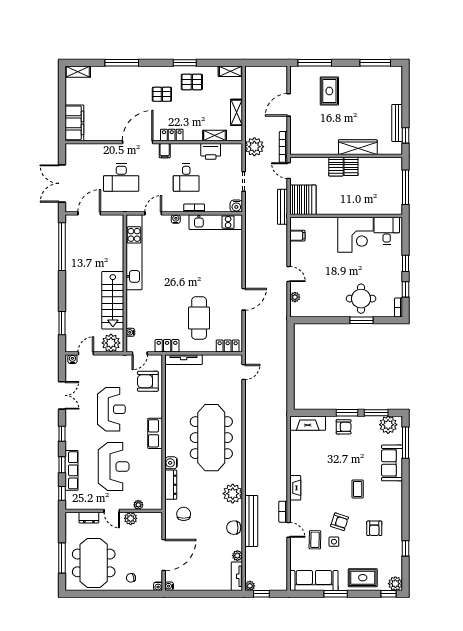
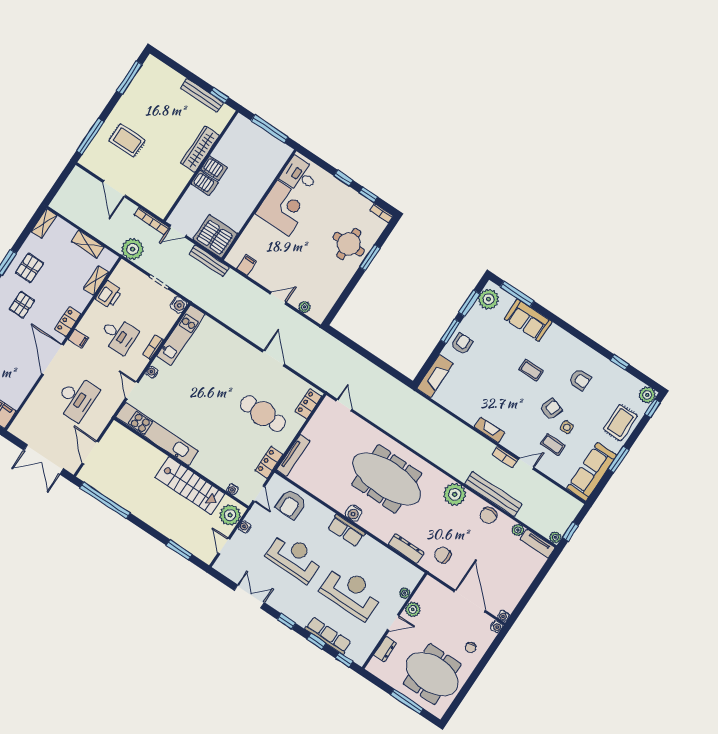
water cooler: (72, 359) -> (245, 527), moved
water cooler: (171, 463) -> (354, 513), moved

